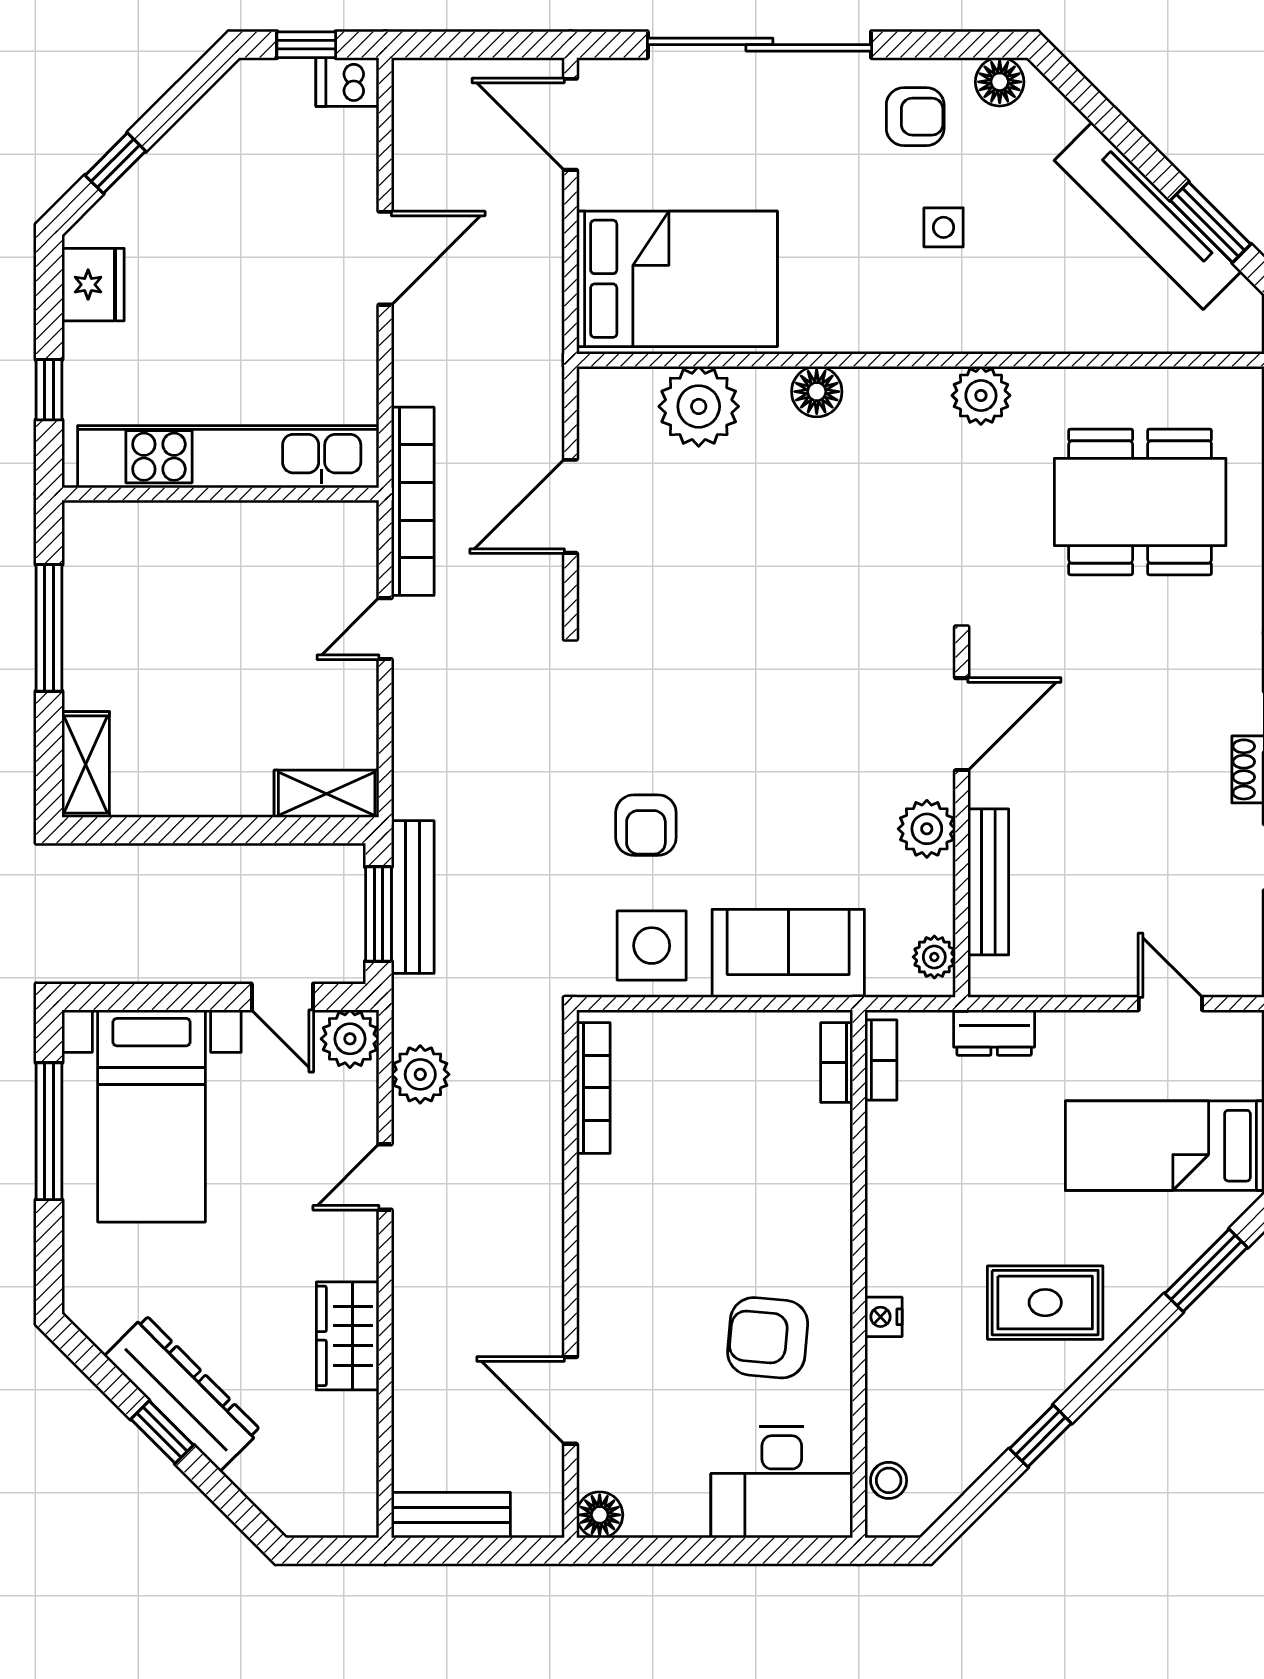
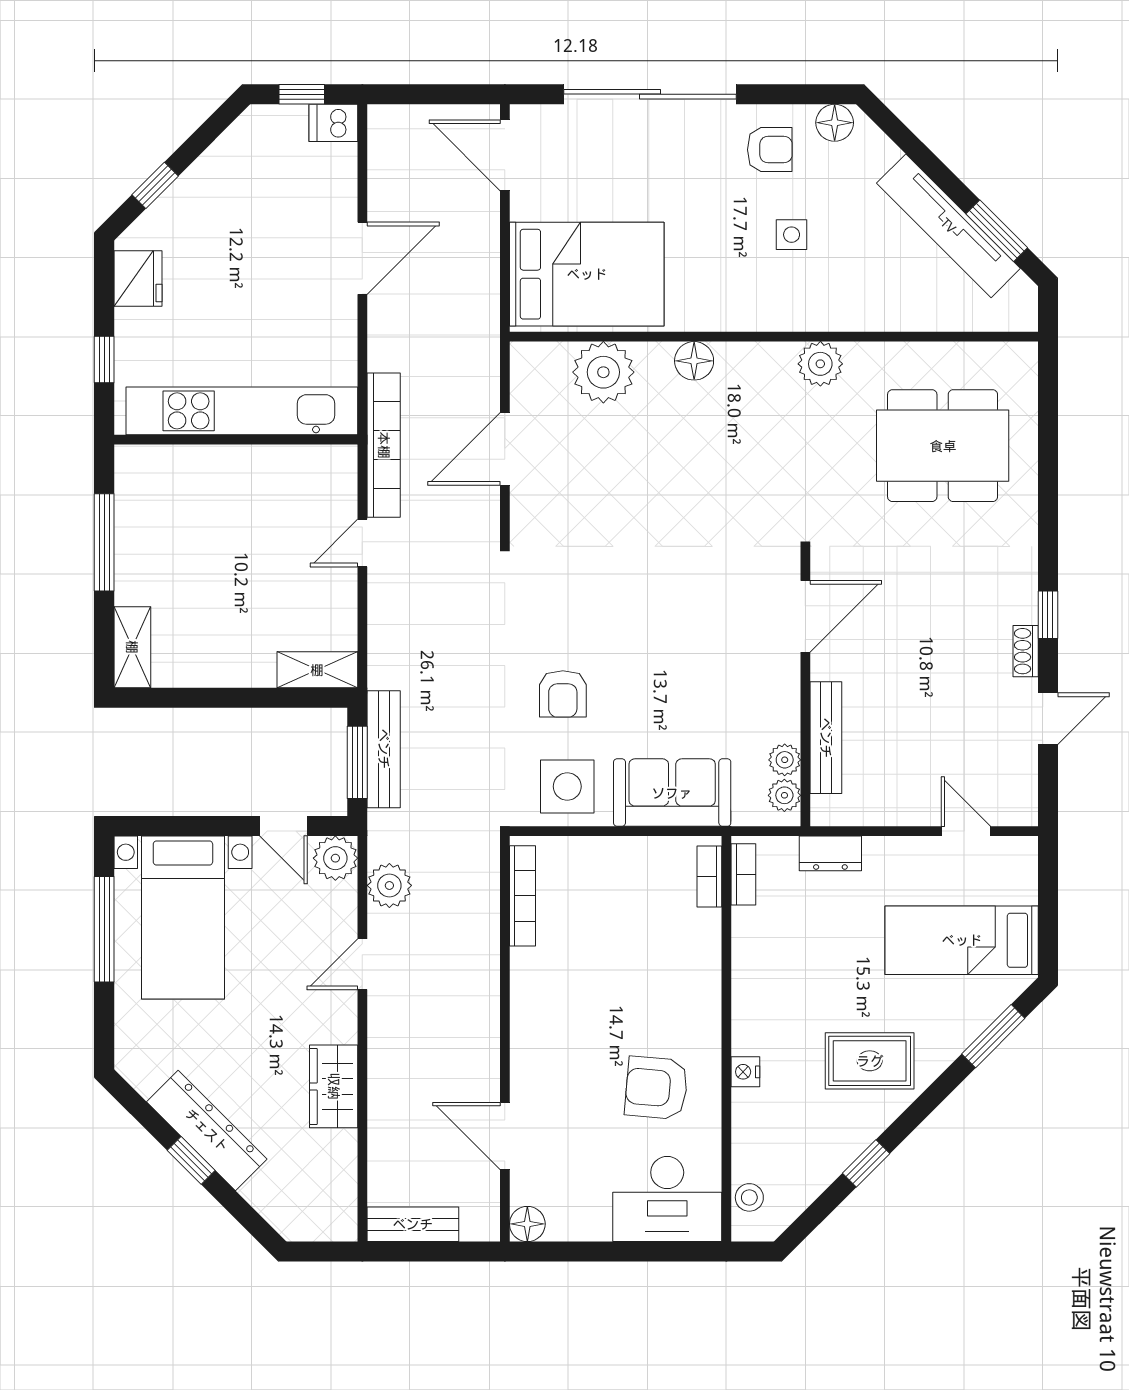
plant: (927, 829) -> (785, 760), moved, width x0.73, depth x0.73

